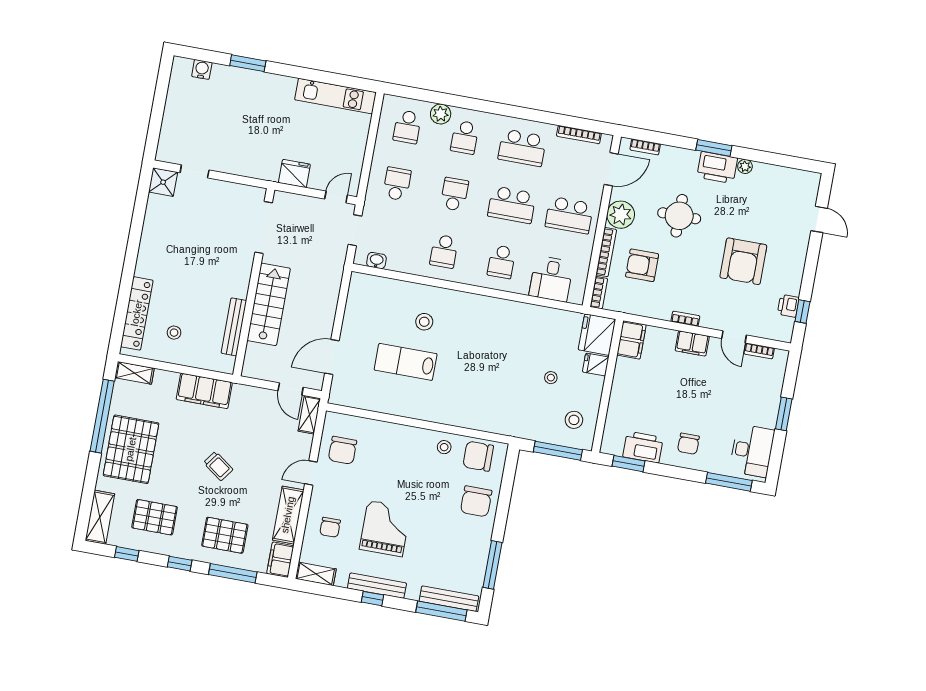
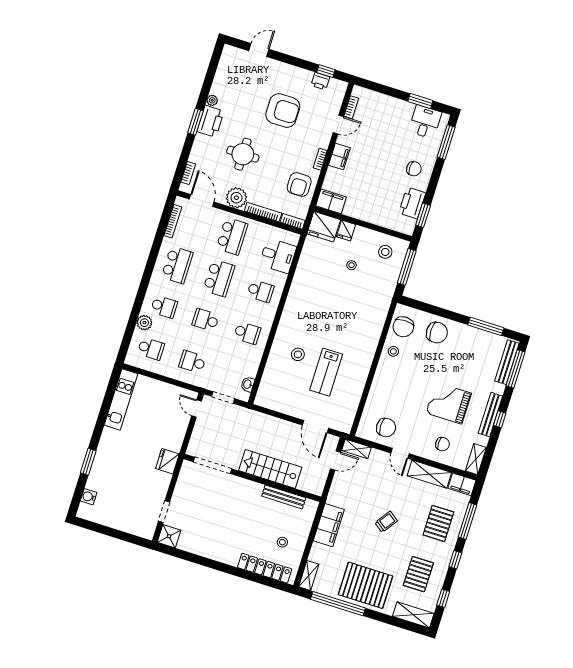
fridge: (294, 173) -> (167, 461), moved
armchair: (642, 265) -> (299, 185), moved
window: (784, 414) -> (420, 101), moved
desk: (752, 451) -> (425, 122), width x0.73

